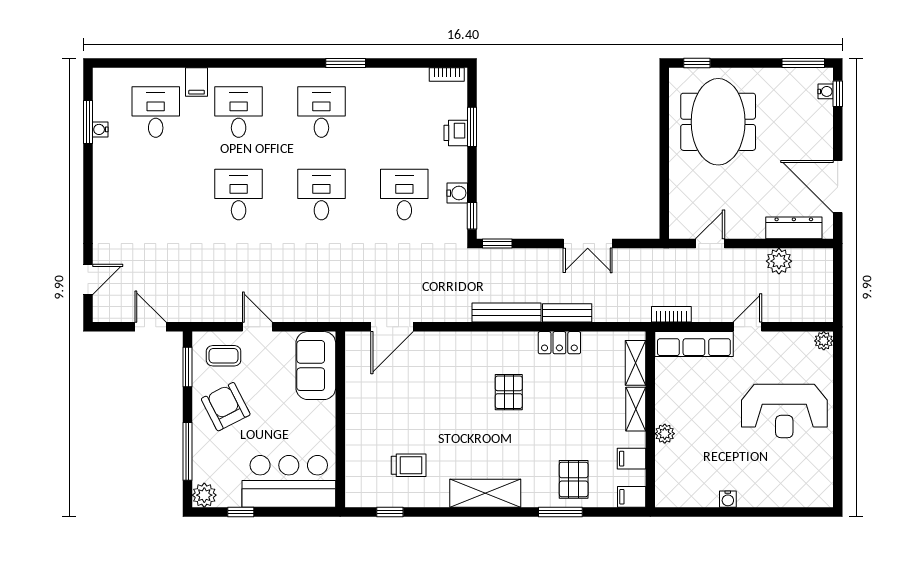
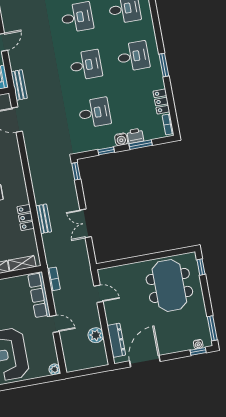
locker: (406, 78) -> (161, 102), added
meeting table: (718, 122) -> (169, 285), turned 90
water cooler: (457, 193) -> (121, 139), moved
window: (472, 216) -> (106, 151), moved
bench: (506, 313) -> (19, 85), moved, width x0.73

